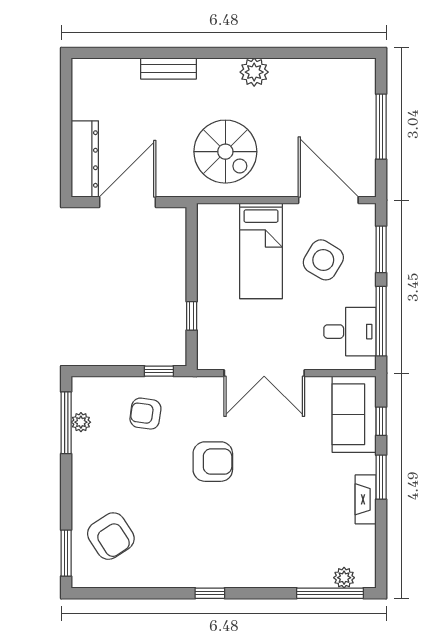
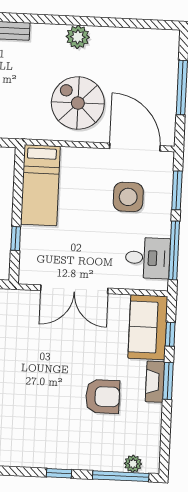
spiral stairs: (225, 152) -> (78, 103), moved, turned 180
bed: (261, 251) -> (40, 185), moved
side table: (323, 260) -> (128, 197), turned -31
armchair: (213, 462) -> (103, 396), moved
fireplace: (366, 499) -> (155, 382), moved
window: (210, 593) -> (59, 473), moved

